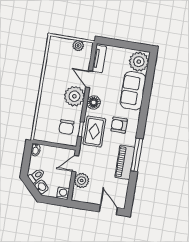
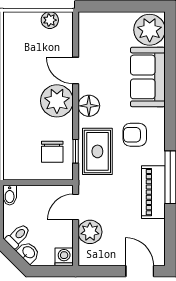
tv unit: (99, 59) -> (86, 35), removed

